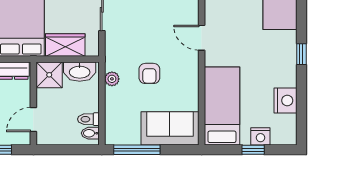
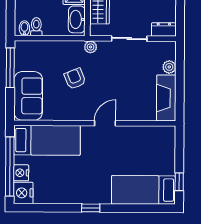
armchair: (149, 73) -> (75, 79), turned 68
plant: (112, 79) -> (91, 47), moved
nightstand: (285, 101) -> (23, 193), moved, turned 90
window: (253, 150) -> (10, 167), width x3.17

